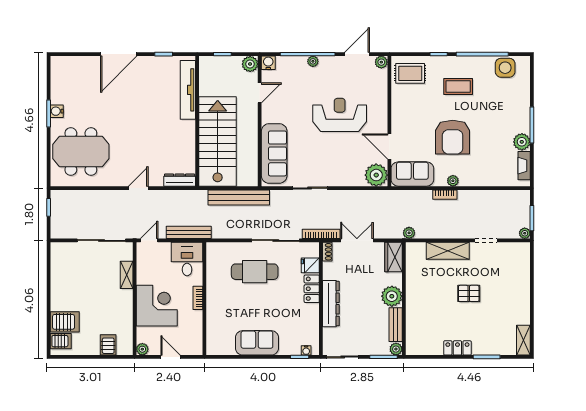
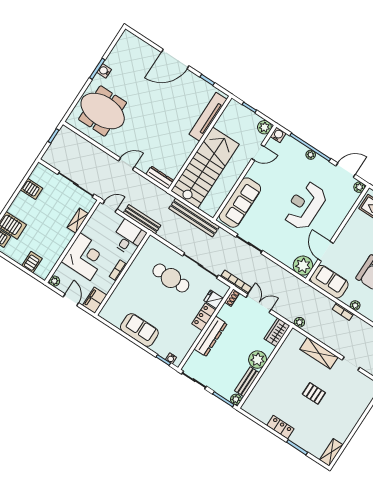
reception desk: (340, 115) -> (305, 206), turned -90
server rack: (61, 273) -> (32, 189), added
filing cabinet: (194, 342) -> (95, 300), added

